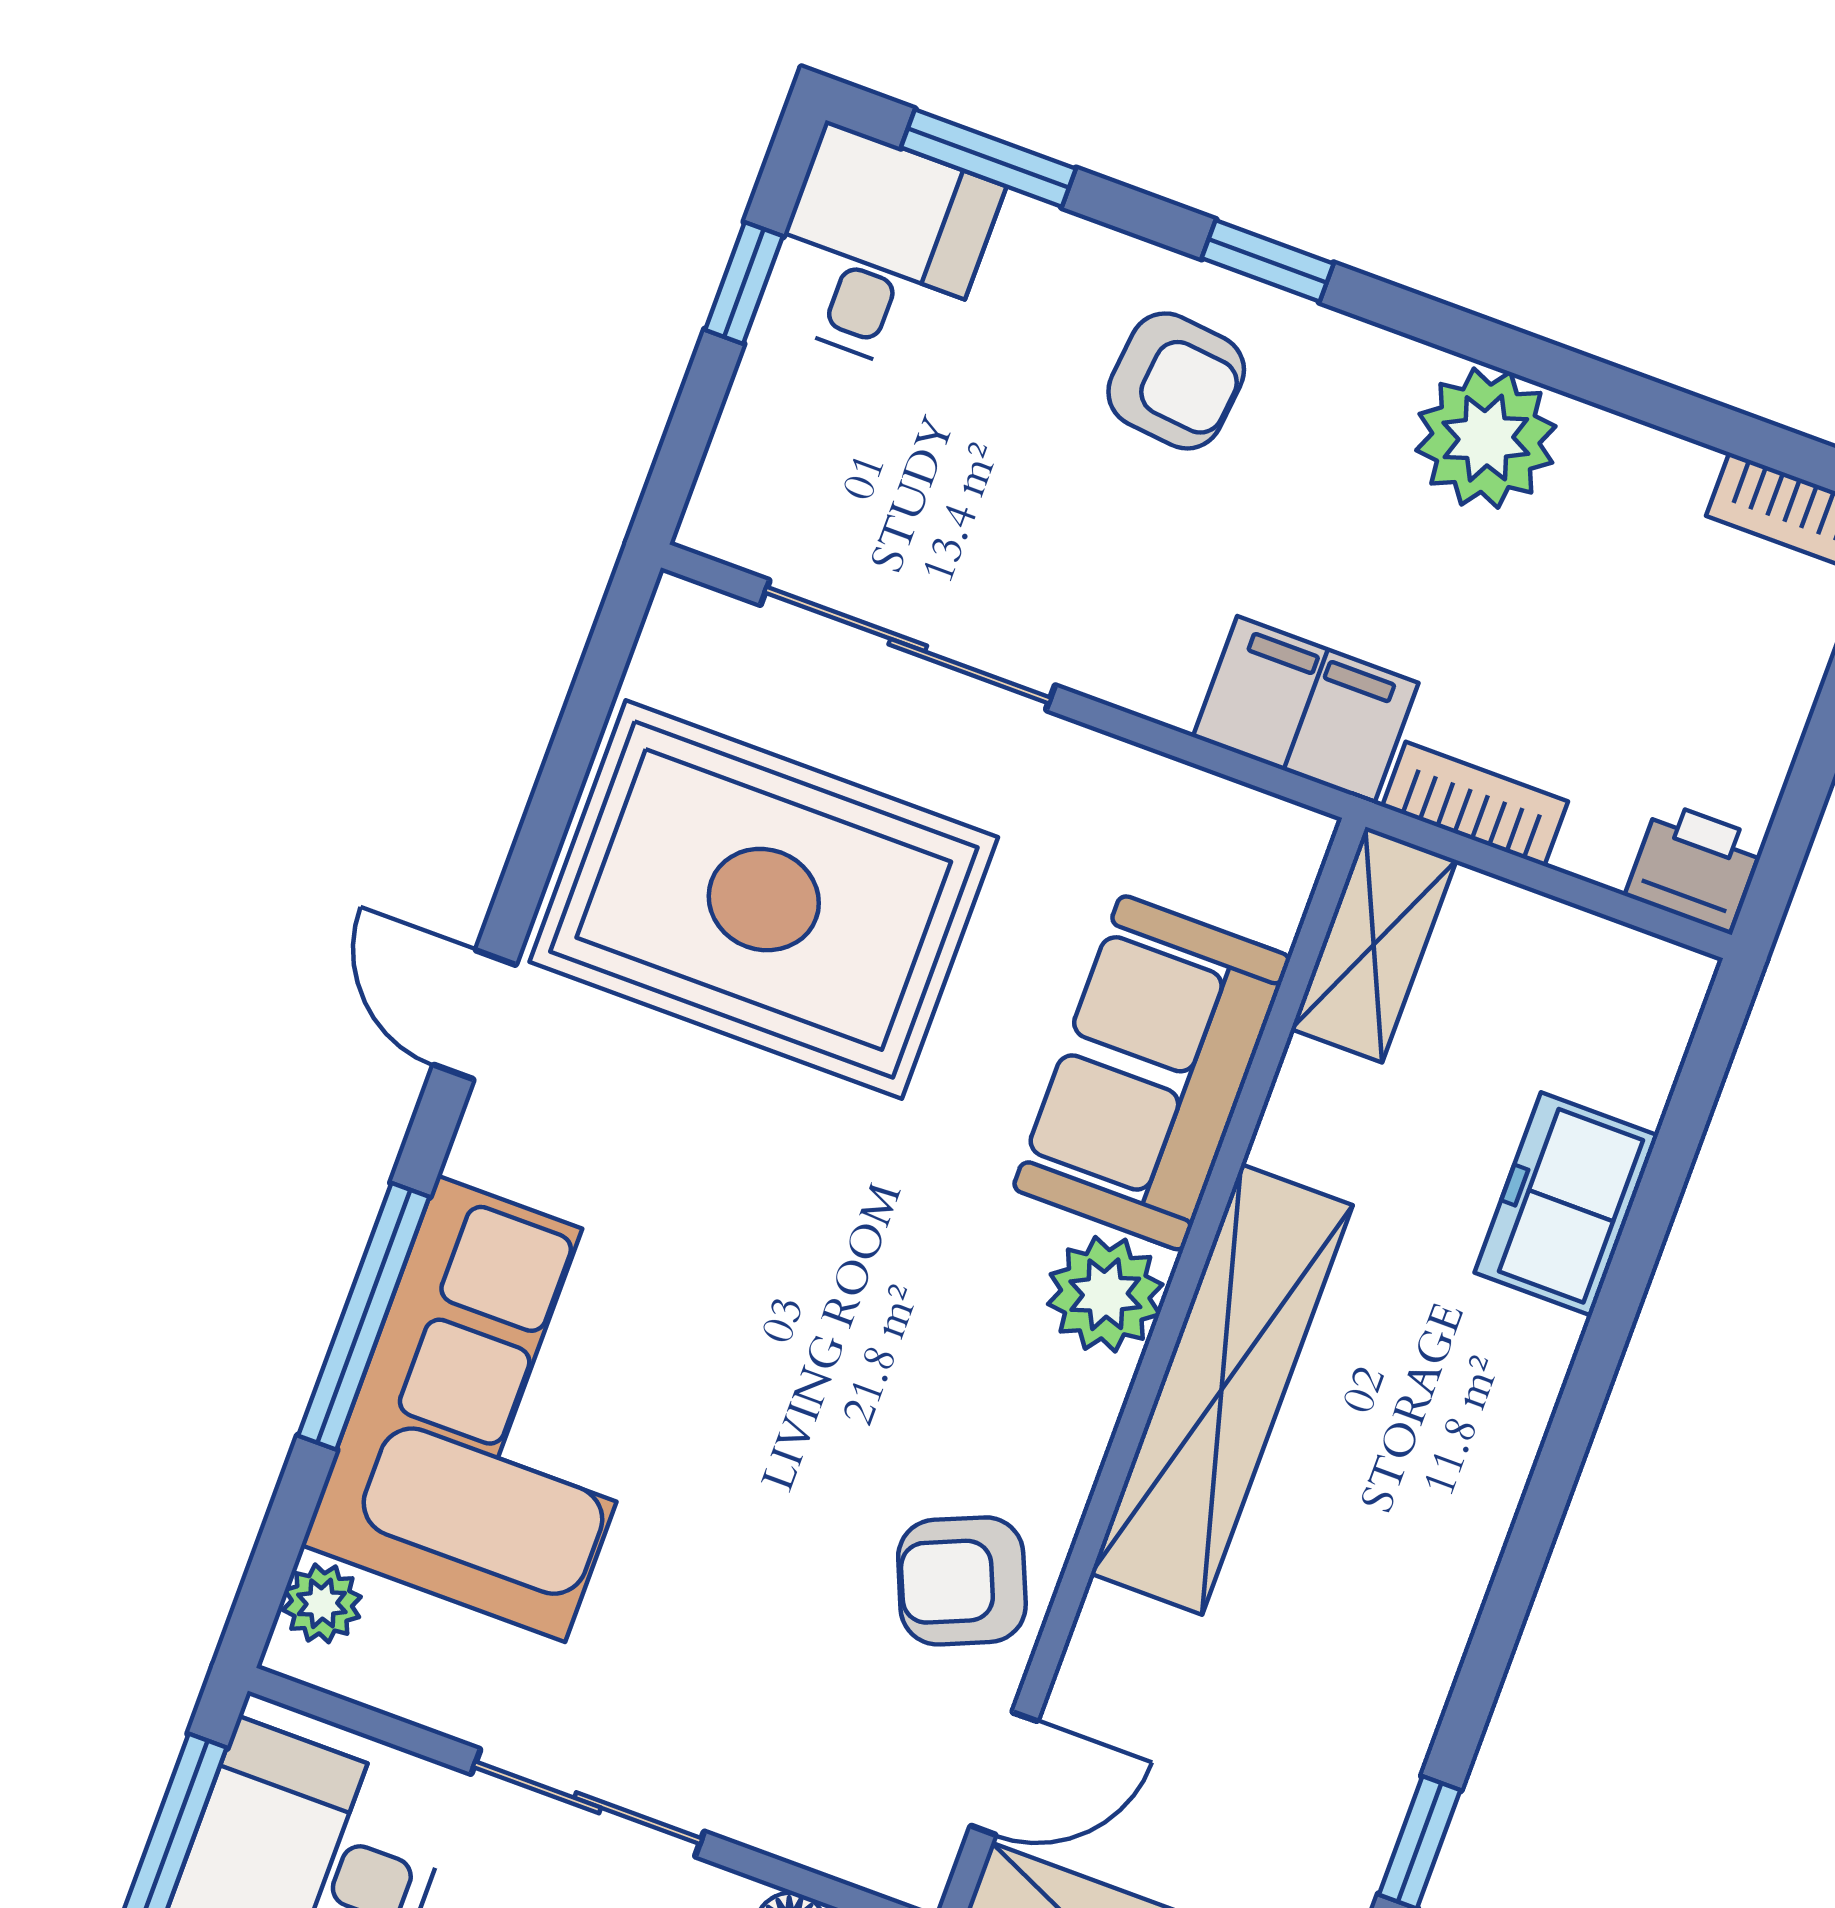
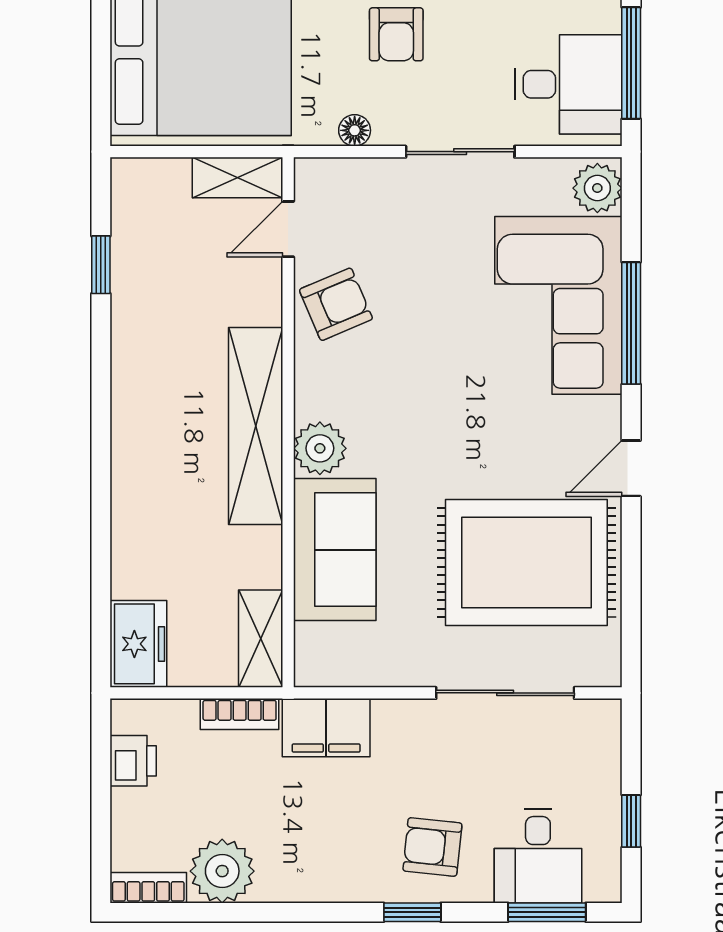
desk: (880, 251) -> (538, 856), moved
plant: (1486, 438) -> (222, 871), moved
printer: (1695, 867) -> (133, 761), moved, turned -90
door: (475, 1015) -> (631, 468), swing flipped
freezer: (1566, 1204) -> (138, 644), moved
plant: (322, 1603) -> (597, 188), width x1.38, depth x1.38

